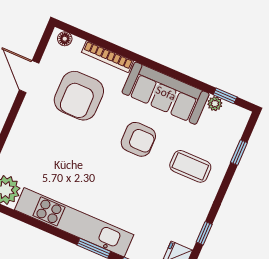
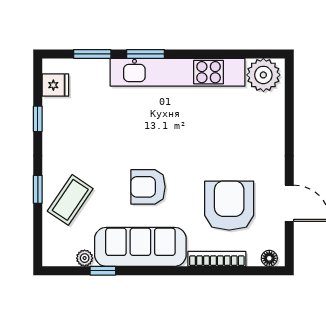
window: (225, 96) -> (103, 271), moved
window: (239, 153) -> (38, 189), moved
coffee table: (190, 166) -> (70, 200), moved, turned -56

